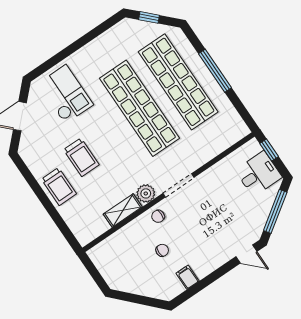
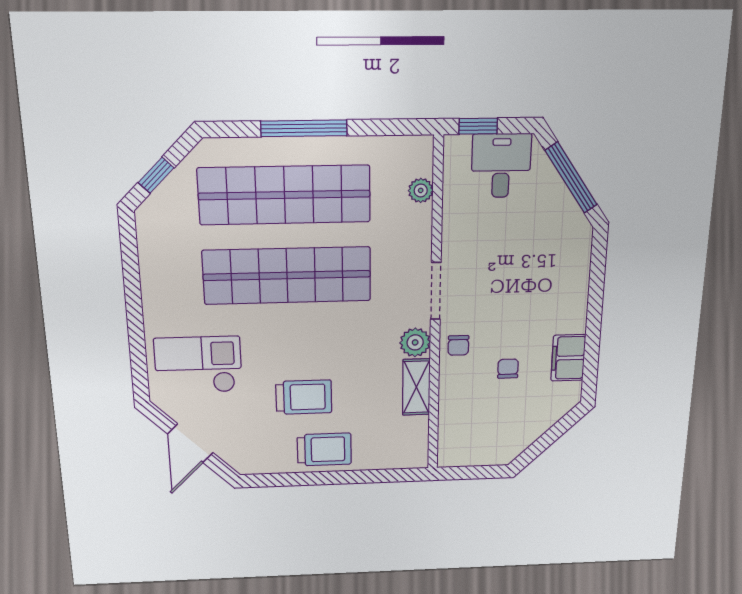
plant: (222, 144) -> (421, 190), added
door: (246, 254) -> (598, 258), removed
filing cabinet: (187, 277) -> (568, 358), width x2.00

